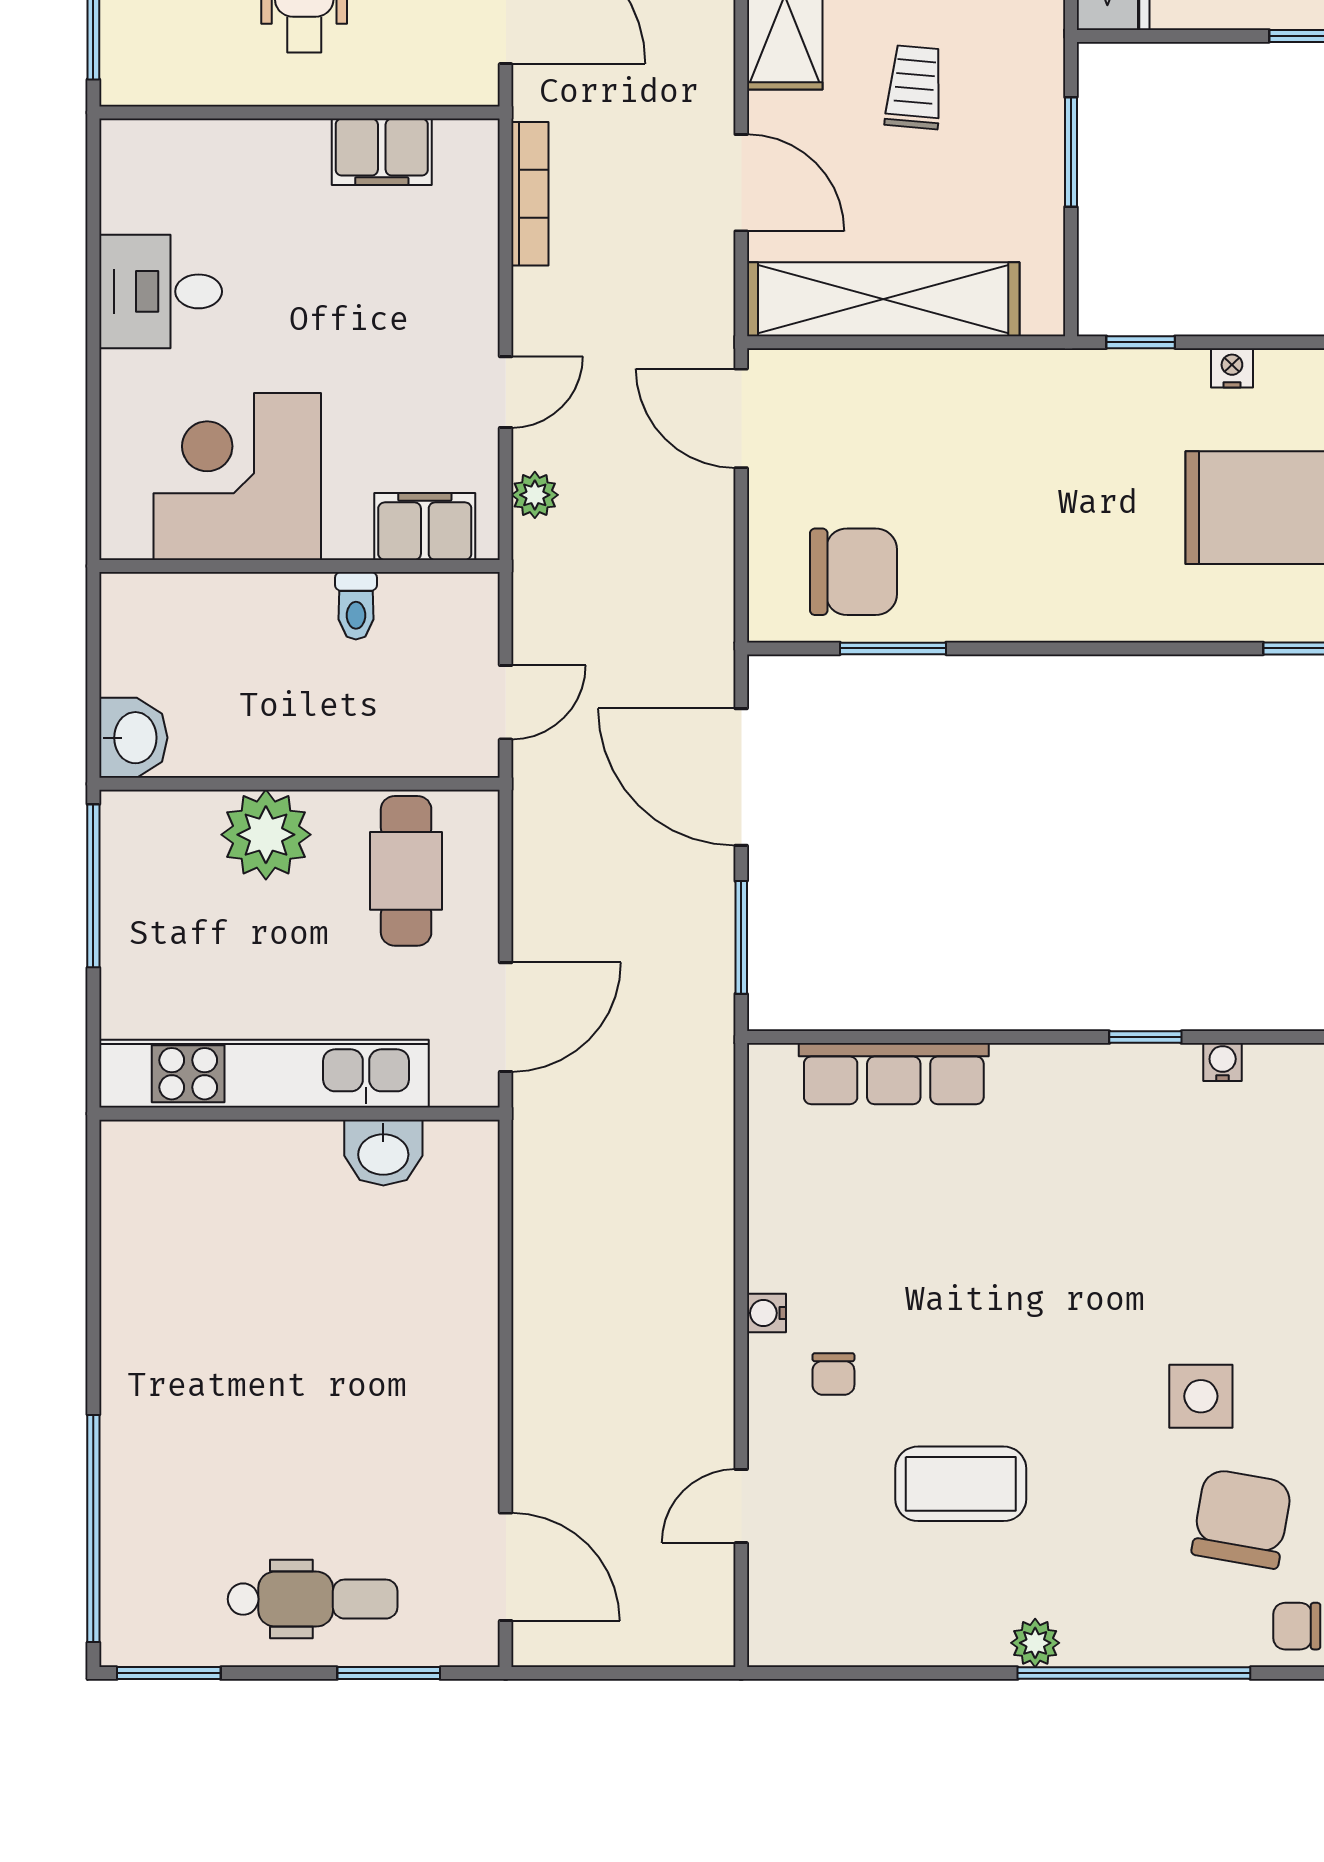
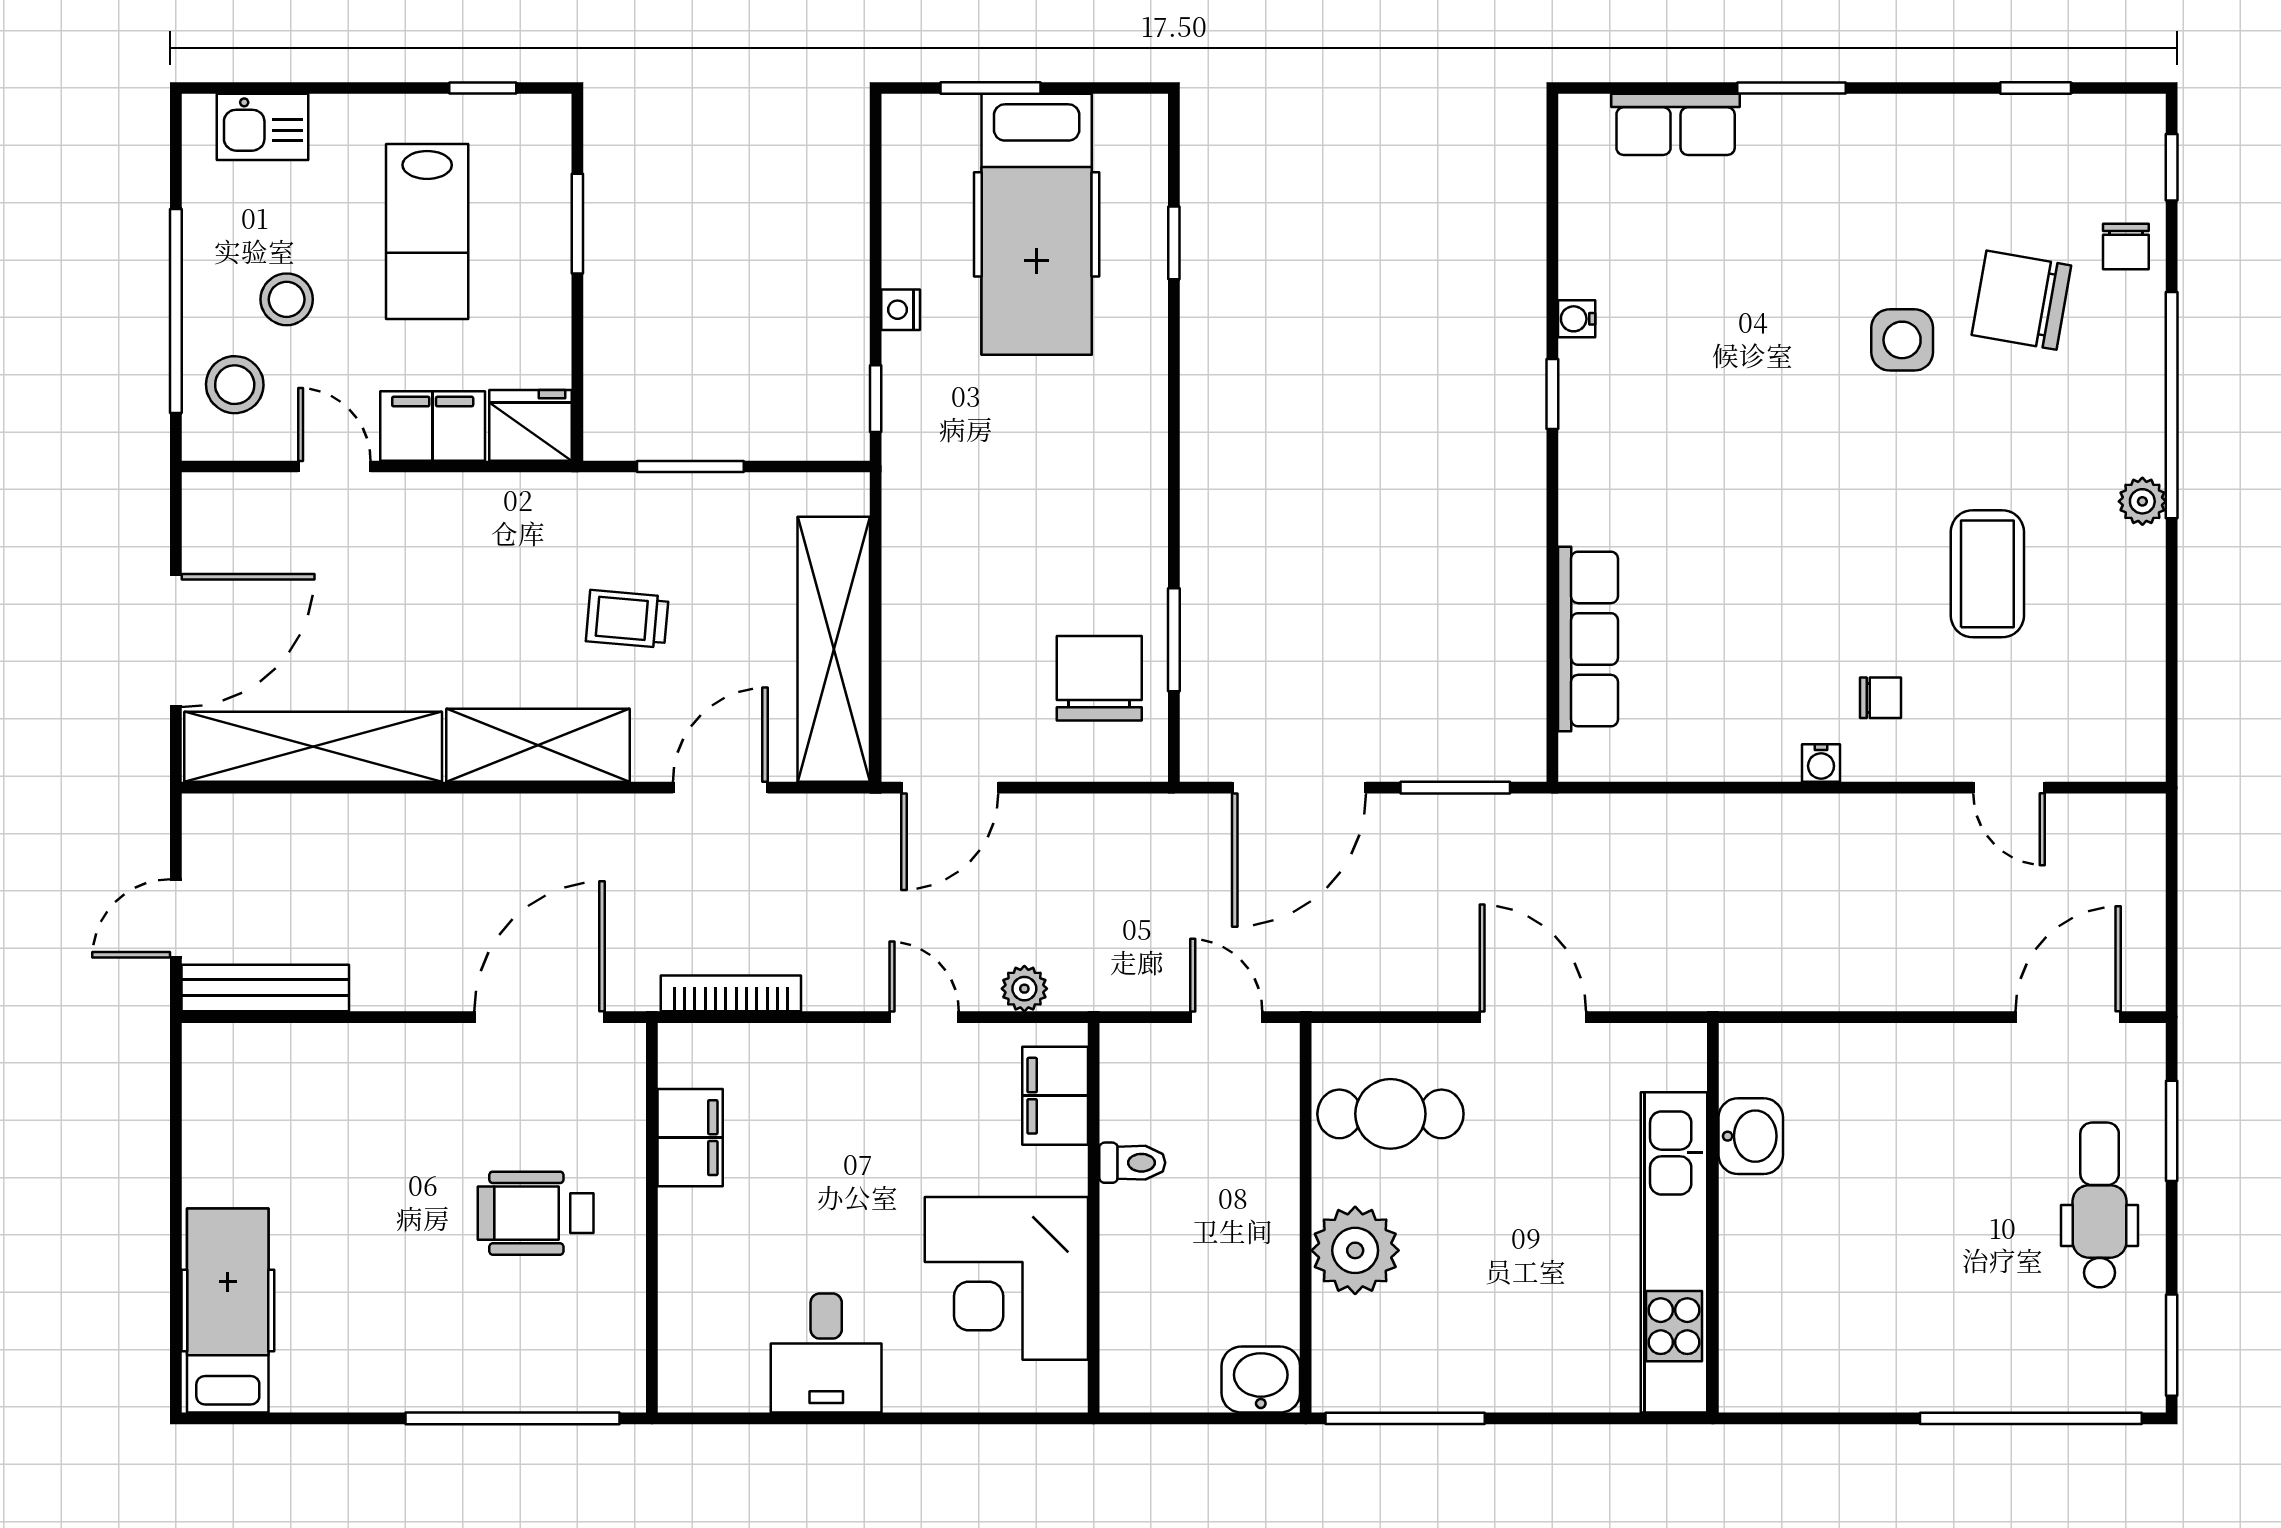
kitchen unit: (264, 1074) -> (1674, 1252), moved
wall: (299, 1114) -> (1713, 1218), moved
washbasin: (383, 1153) -> (1751, 1136), moved

